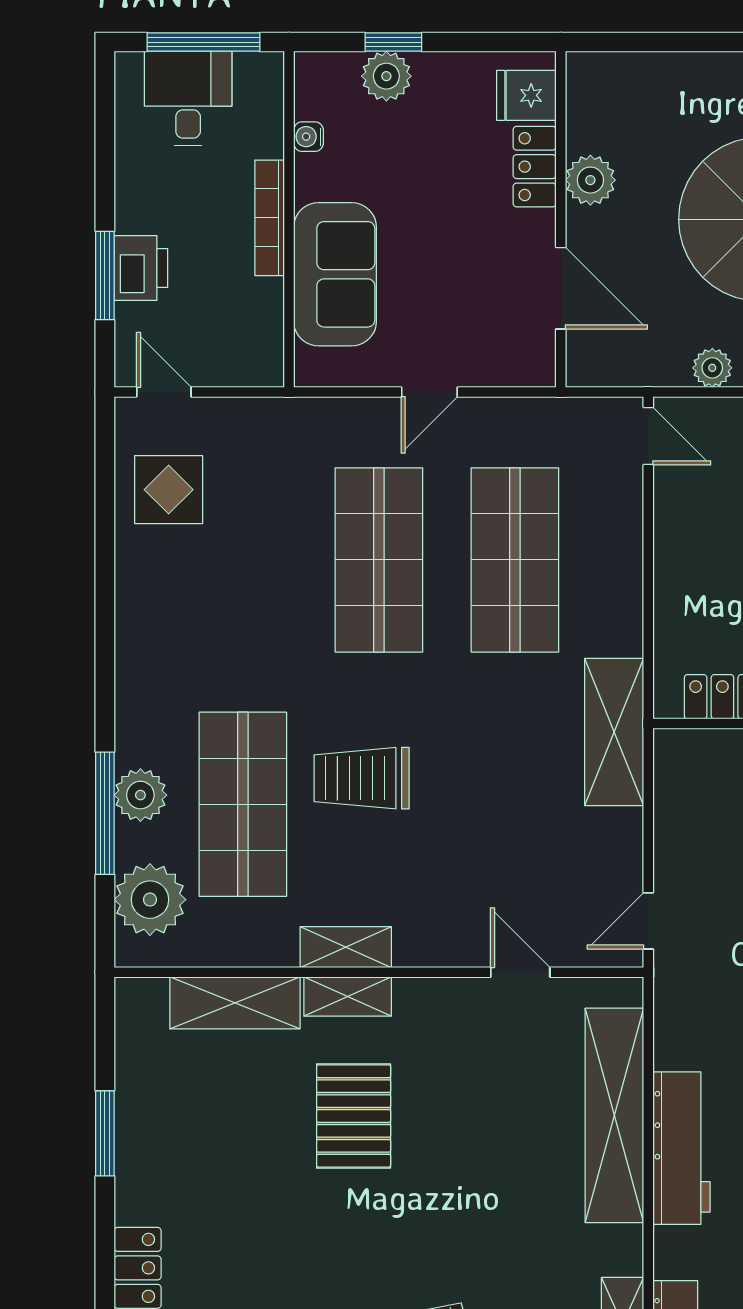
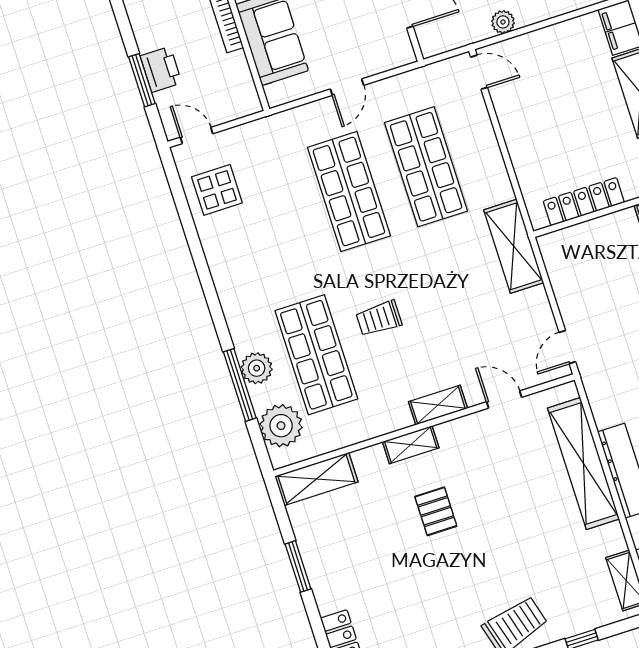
trolley: (362, 778) -> (379, 318), width x0.73, depth x0.72
shelving: (346, 947) -> (438, 405), moved
shelving: (235, 1003) -> (316, 479), moved
pallet: (354, 1116) -> (436, 511), width x0.67, depth x0.71

